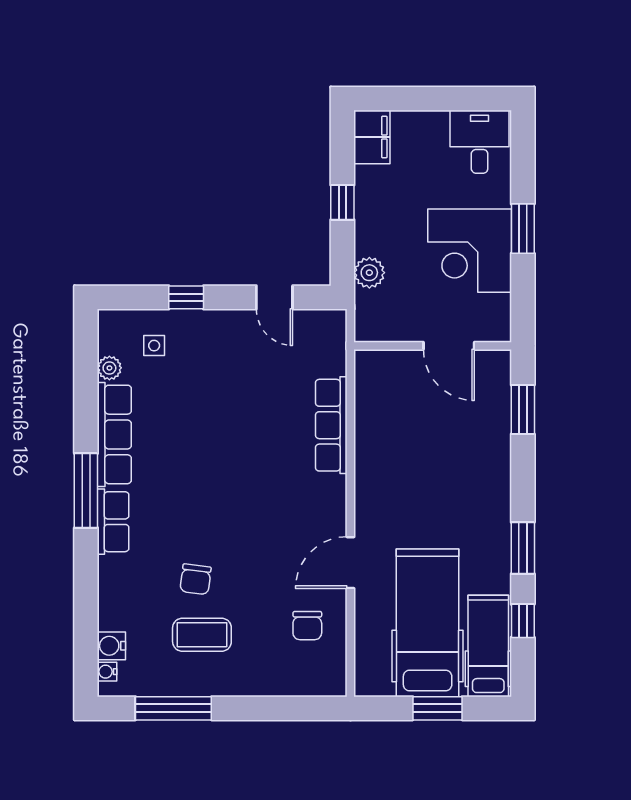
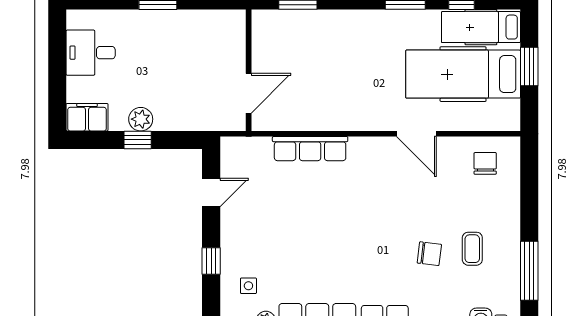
desk: (480, 142) -> (91, 53), moved
corner desk: (470, 251) -> (175, 42), removed
plant: (369, 273) -> (141, 119), moved
door: (449, 346) -> (249, 93), moved
chair: (307, 626) -> (485, 163), moved, turned -90
coffee table: (202, 635) -> (472, 249), width x0.73, depth x0.77

